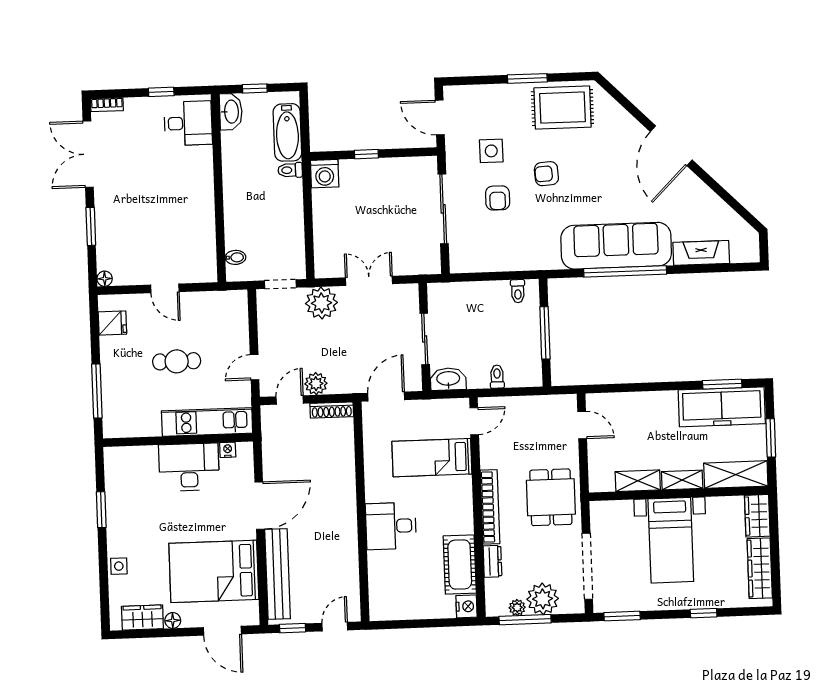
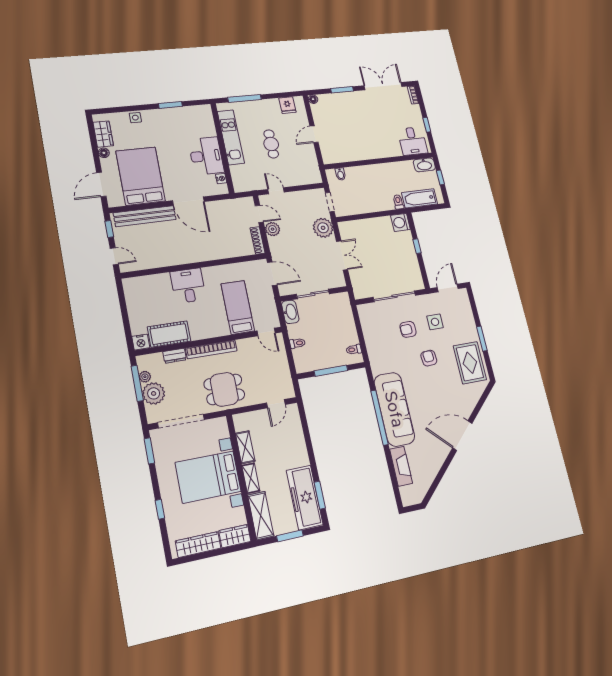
kitchen unit: (207, 422) -> (231, 137), moved
bed with nightstands: (671, 540) -> (208, 477), width x1.36

